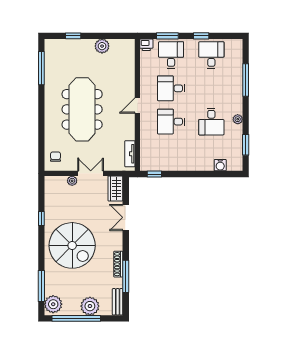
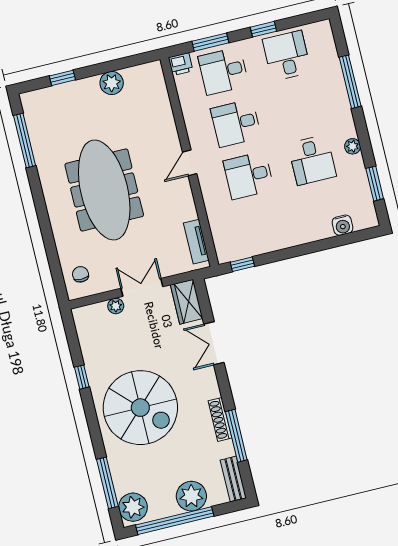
desk: (171, 55) -> (223, 71), turned -90

